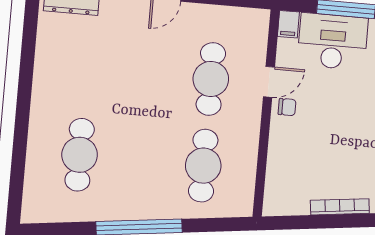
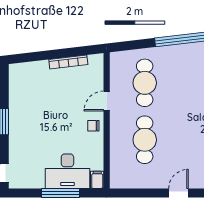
door: (269, 82) -> (107, 101), moved
bookcase: (340, 207) -> (68, 62), moved

